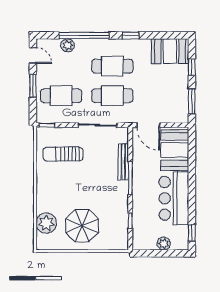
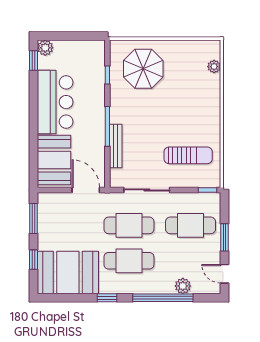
booth: (170, 51) -> (68, 273), width x1.36, depth x1.42
plant: (46, 223) -> (214, 67), width x0.53, depth x0.53
parasol: (82, 226) -> (143, 69), moved
plant: (164, 244) -> (45, 48), moved

